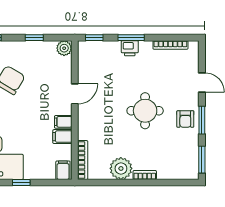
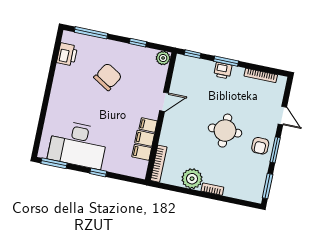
filing cabinet: (63, 170) -> (142, 152), moved, turned -90

